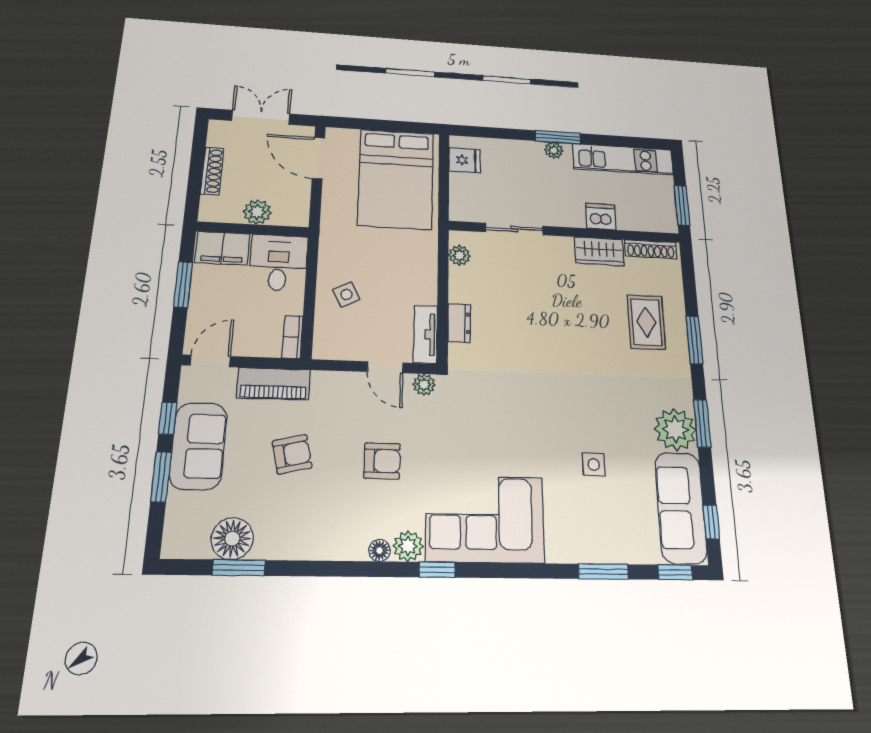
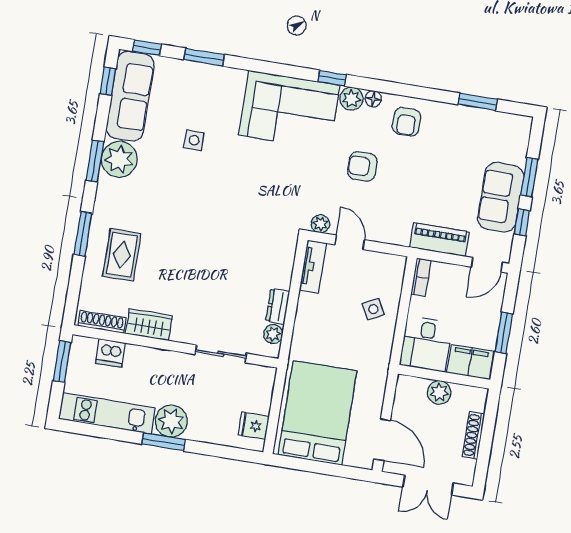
plant: (554, 150) -> (171, 421), width x1.88, depth x1.88
dishwasher: (601, 217) -> (111, 353), moved
dresser: (459, 323) -> (278, 306), moved
armchair: (292, 454) -> (406, 122), moved, turned -77
floor lamp: (232, 539) -> (481, 124), removed

